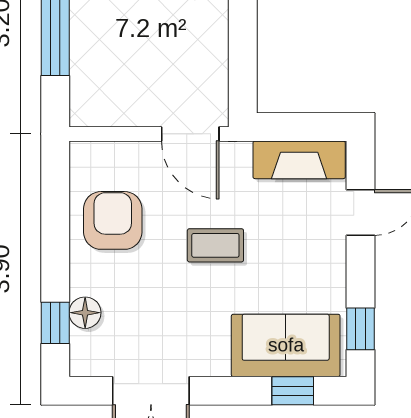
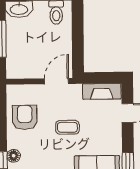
door: (190, 134) -> (56, 81), swing flipped

